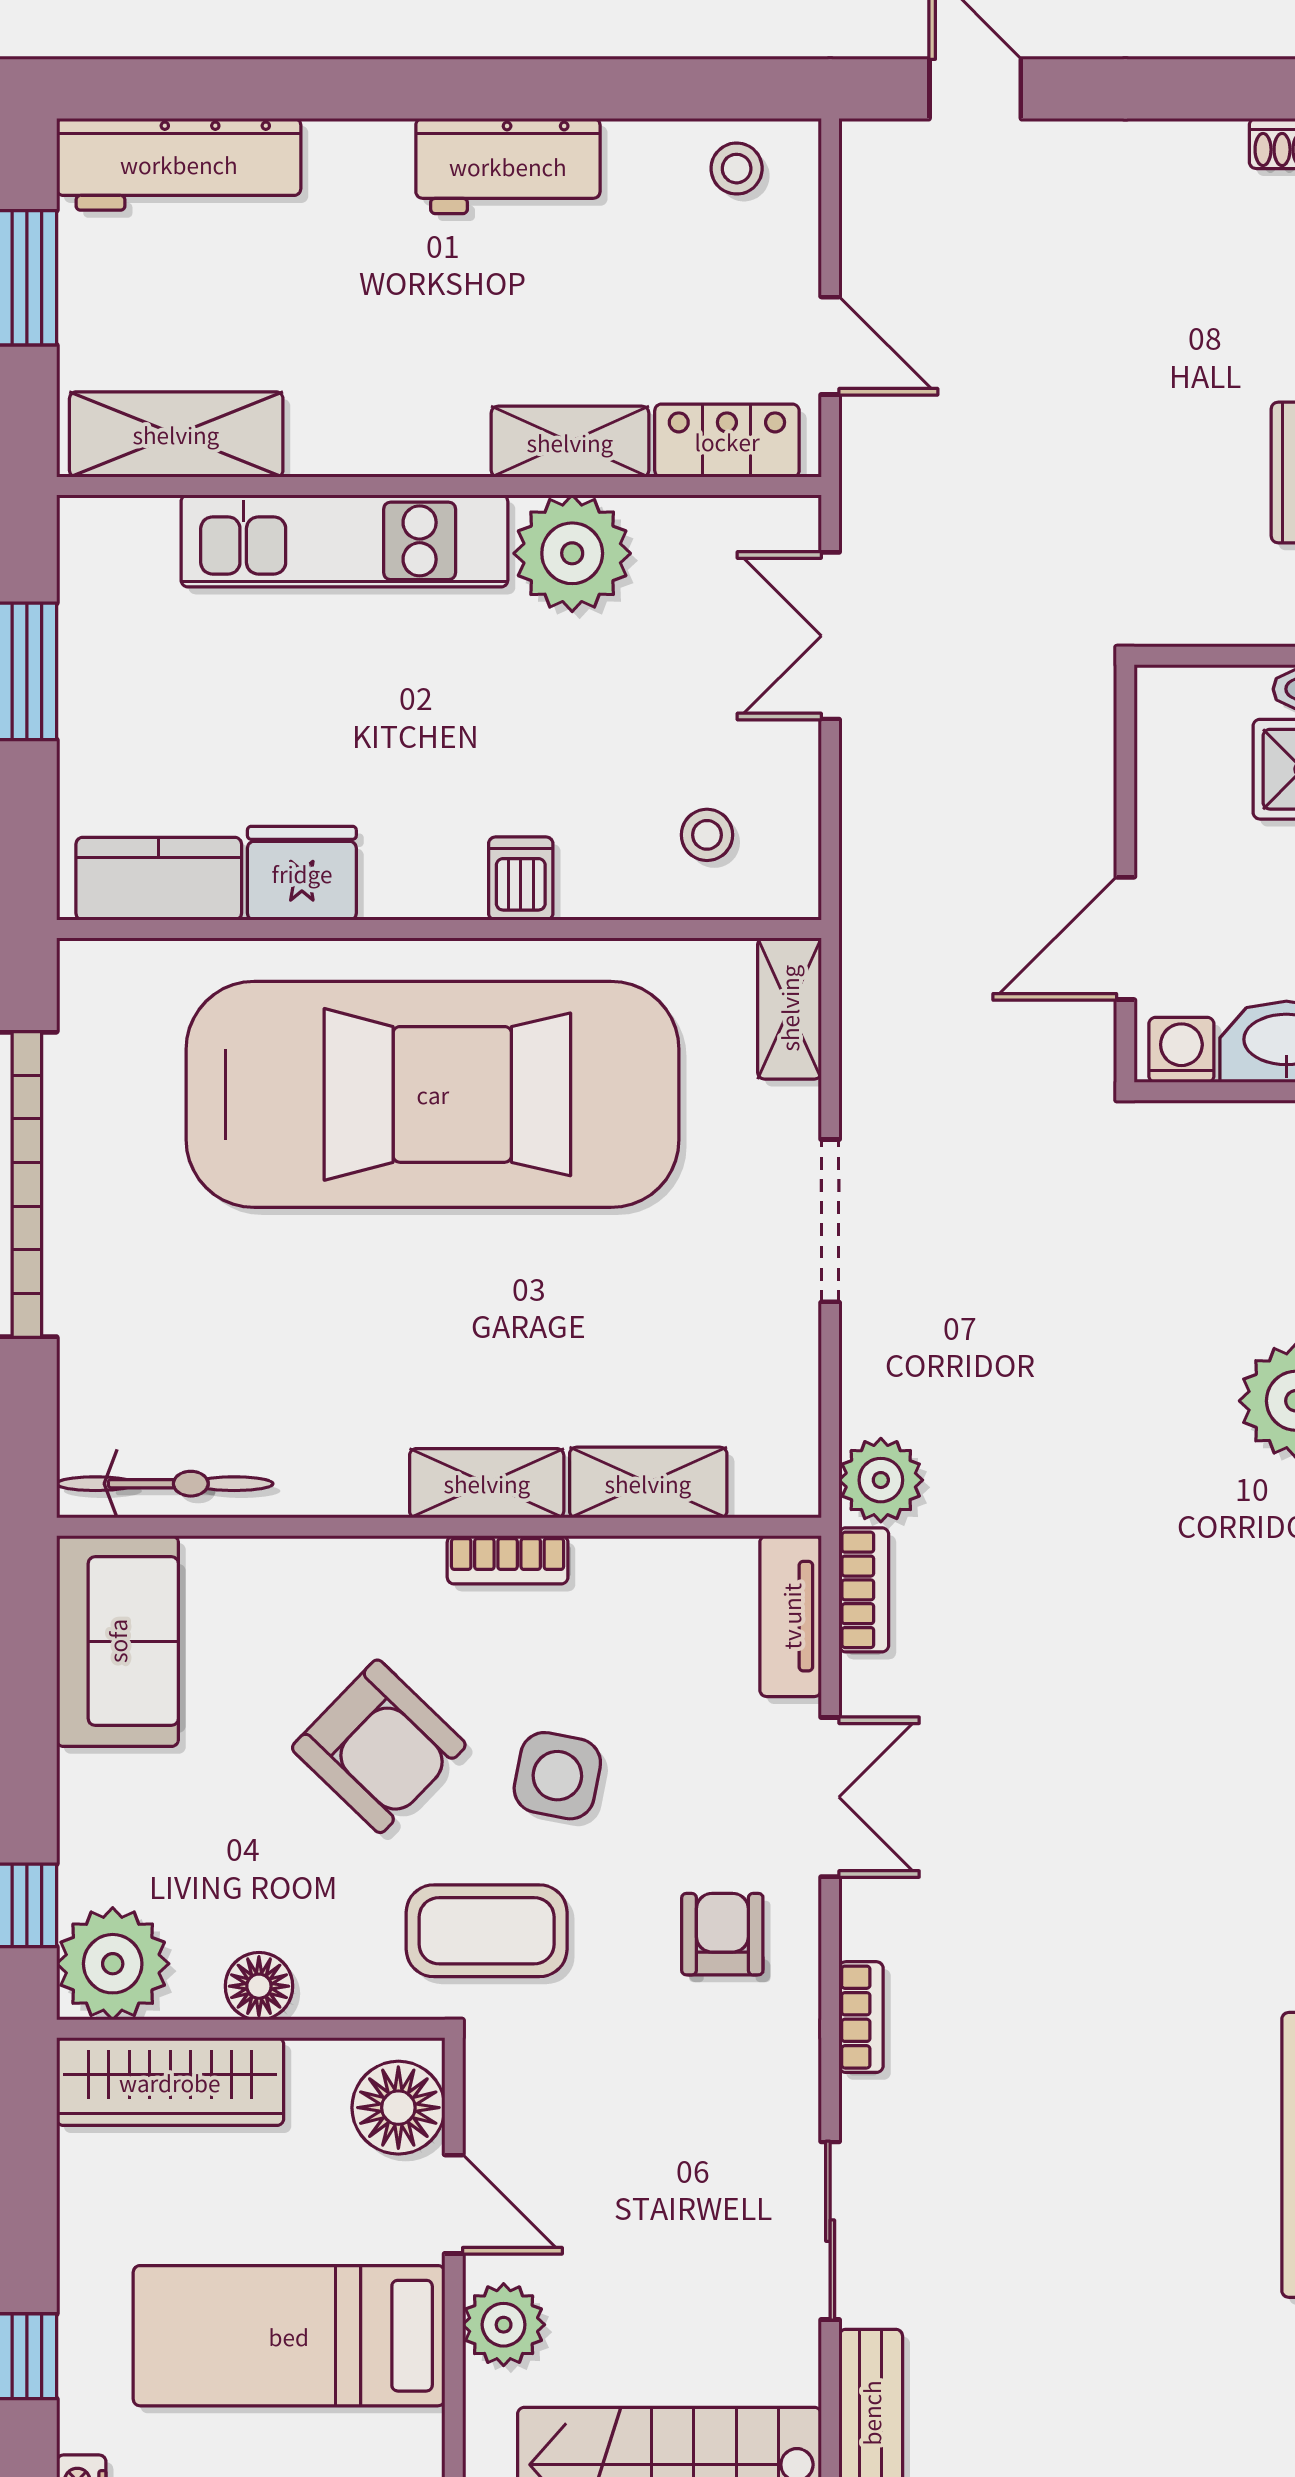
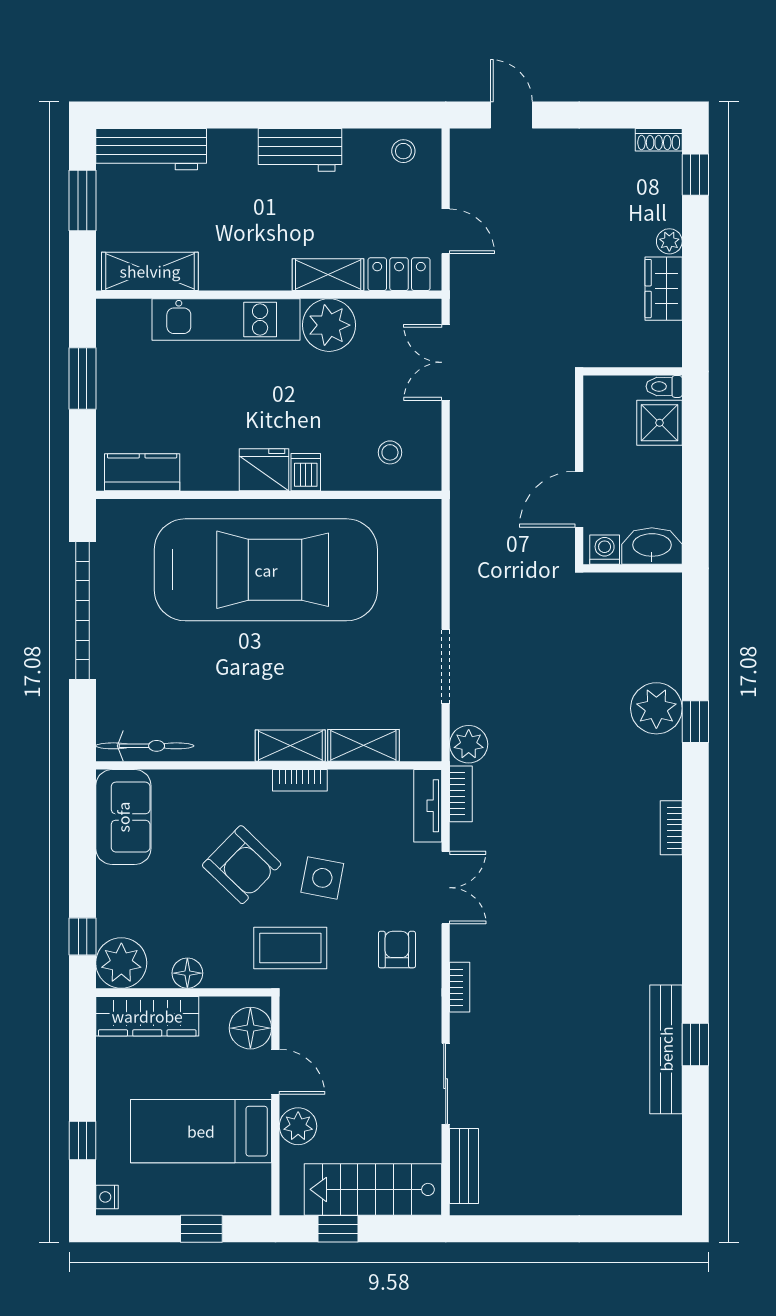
fridge: (302, 873) -> (264, 470), moved
shelving: (789, 1008) -> (427, 531), removed
doorway: (830, 1221) -> (446, 667), moved

